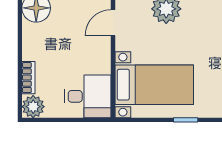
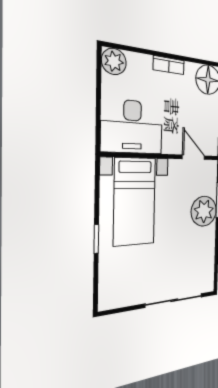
bookcase: (28, 78) -> (169, 65), moved
desk: (88, 96) -> (132, 127), width x1.37

